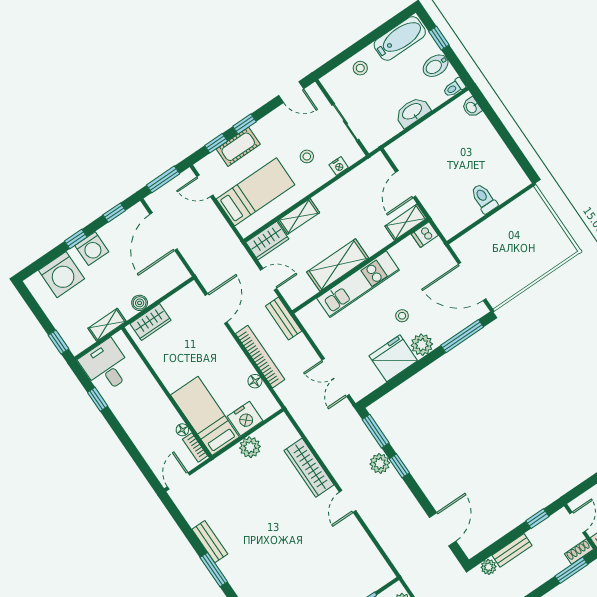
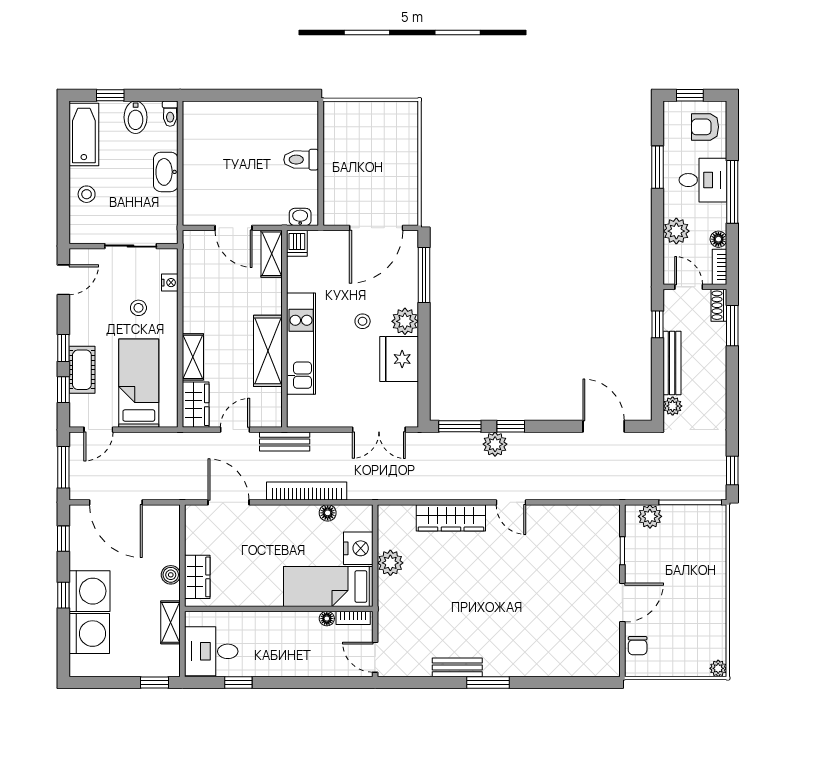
washbasin: (472, 107) -> (300, 217), moved, turned 180
washing machine: (92, 249) -> (89, 591), width x1.37, depth x1.37
bench: (512, 550) -> (672, 363), width x1.36

